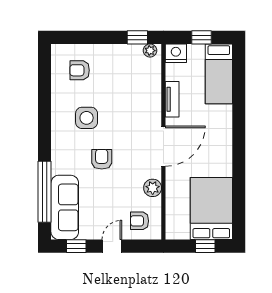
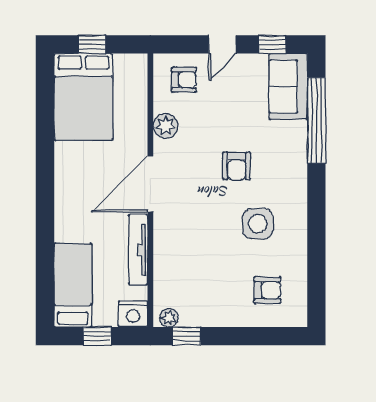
tv unit: (172, 99) -> (138, 250), width x1.41
sofa: (65, 207) -> (288, 87), width x0.73

